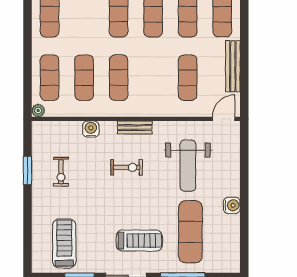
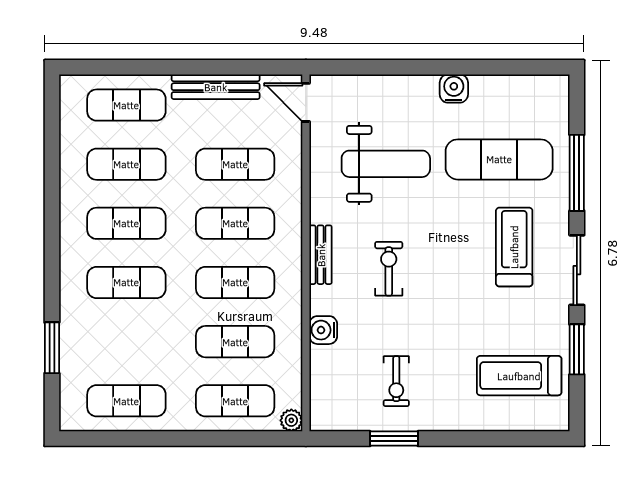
exercise mat: (153, 78) -> (235, 223), added
exercise bike: (61, 172) -> (396, 381), turned 90

